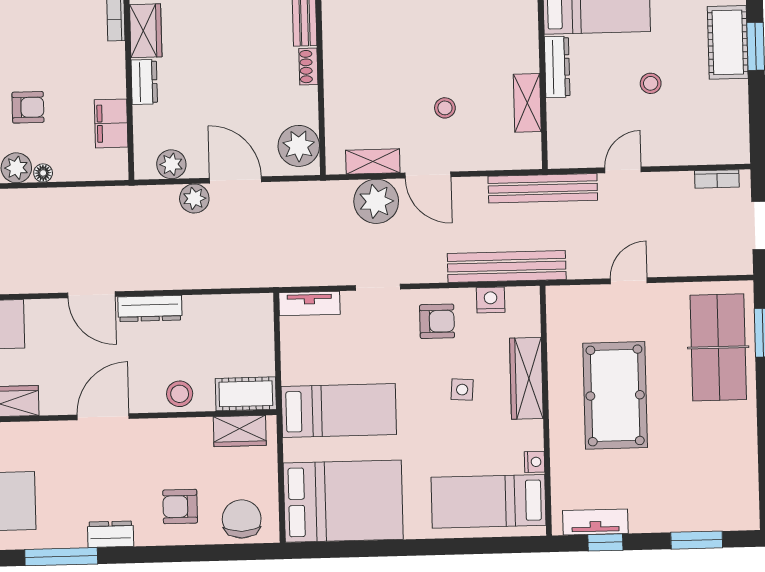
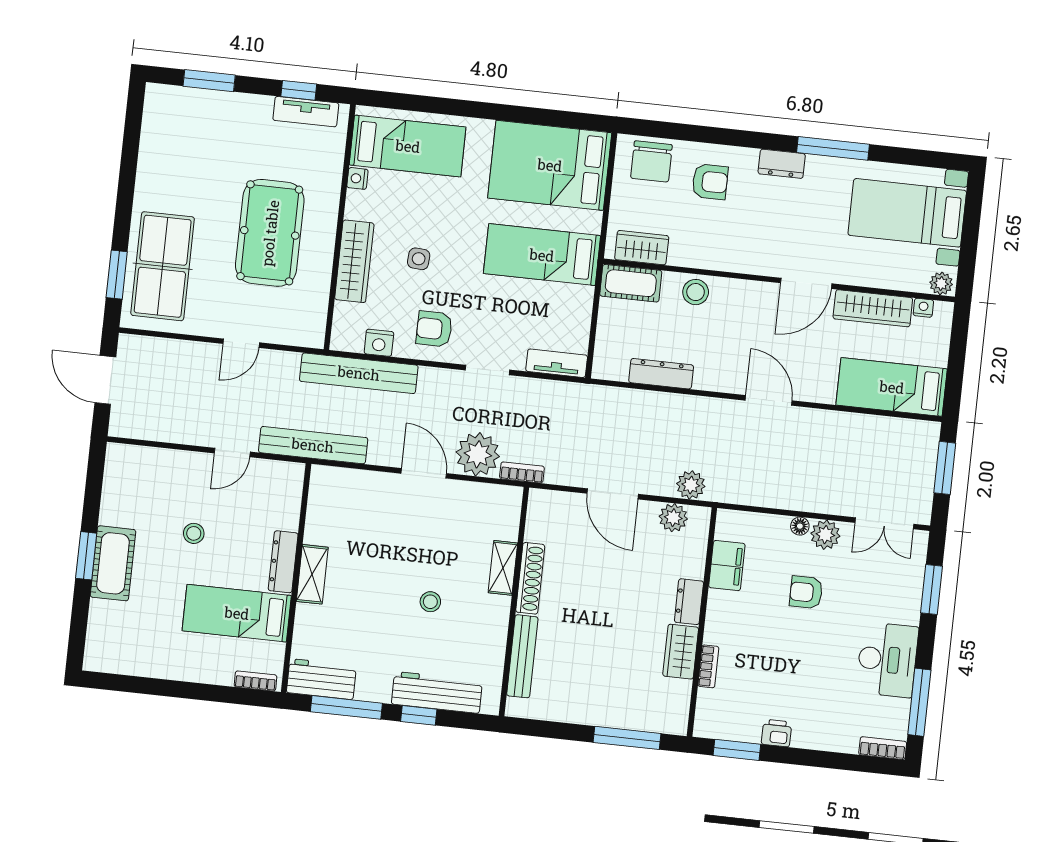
shoe rack: (308, 67) -> (530, 578), width x1.94, depth x1.24
shelving: (527, 103) -> (312, 574), moved
stool: (445, 108) -> (430, 602), moved
plant: (299, 146) -> (546, 519), removed
shelving: (373, 161) -> (503, 568), moved, turned 90
bookcase: (717, 179) -> (522, 472), moved
plant: (194, 198) -> (691, 485), moved
dresser: (150, 309) -> (661, 374), moved
door: (103, 417) -> (806, 283), moved

